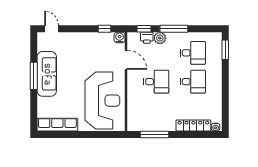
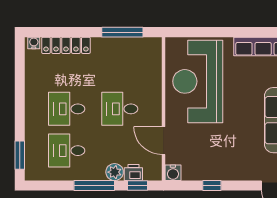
window: (104, 29) -> (212, 186), moved

